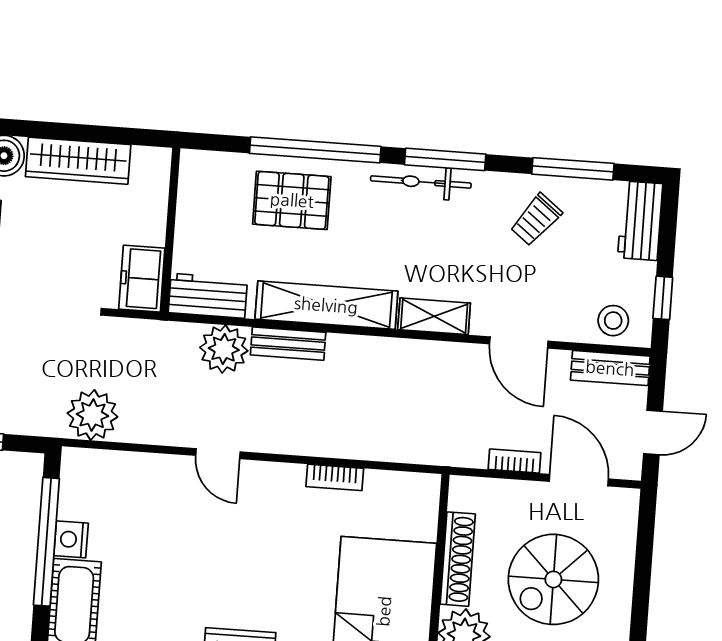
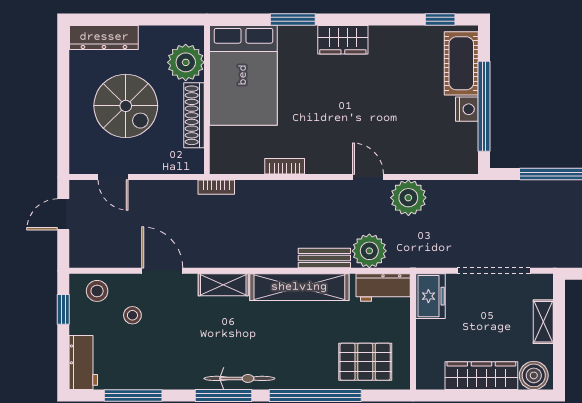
pallet: (292, 200) -> (365, 362), moved
trolley: (536, 220) -> (157, 358), removed
stool: (566, 283) -> (132, 315), added
bench: (610, 368) -> (97, 257), removed
plant: (92, 415) -> (408, 198), moved
bookcase: (515, 461) -> (216, 187), moved
door: (579, 480) -> (113, 177), width x0.73
spiral stairs: (553, 579) -> (126, 106), turned 90

